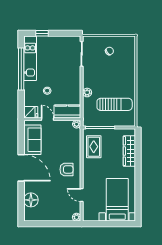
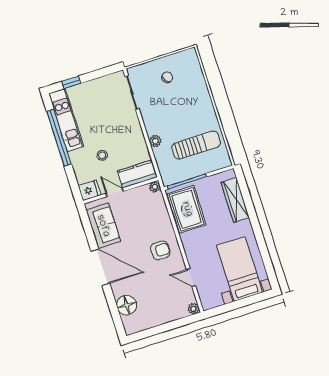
rug: (94, 147) -> (187, 209), width x1.36, depth x1.43

